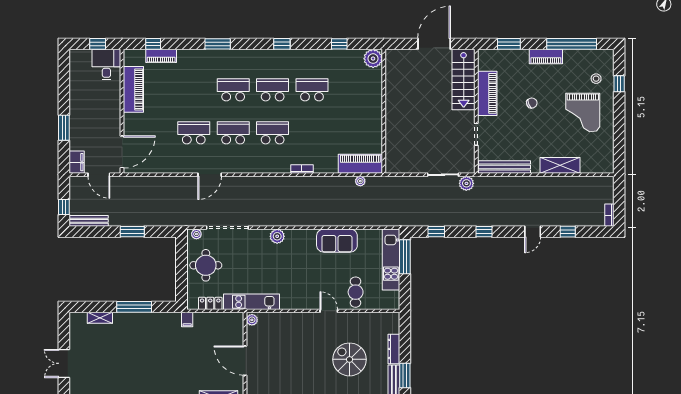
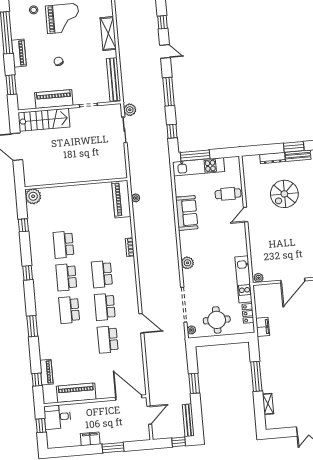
filing cabinet: (77, 162) -> (90, 439), moved
window: (484, 232) -> (169, 92), width x2.17
filing cabinet: (187, 320) -> (263, 327), width x2.00

